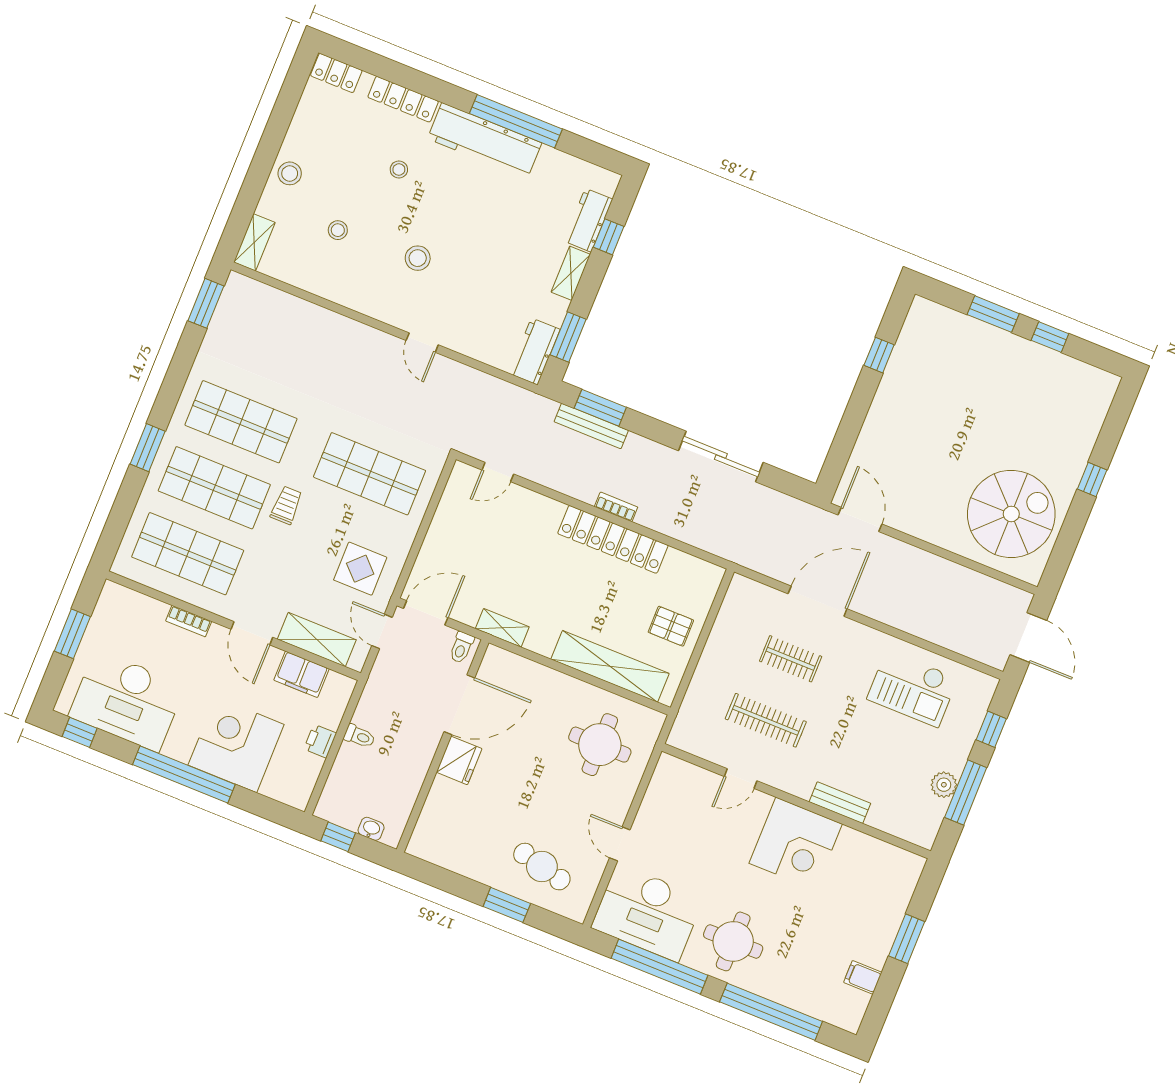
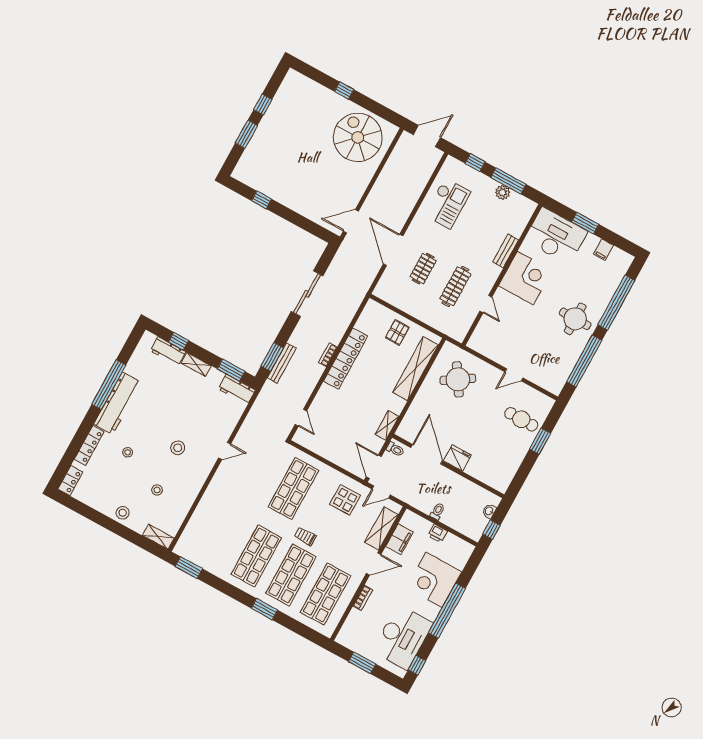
round table: (600, 745) -> (458, 379), turned -33
cafe table: (542, 867) -> (521, 419), turned 76
desk: (648, 913) -> (556, 236), moved, turned -90

